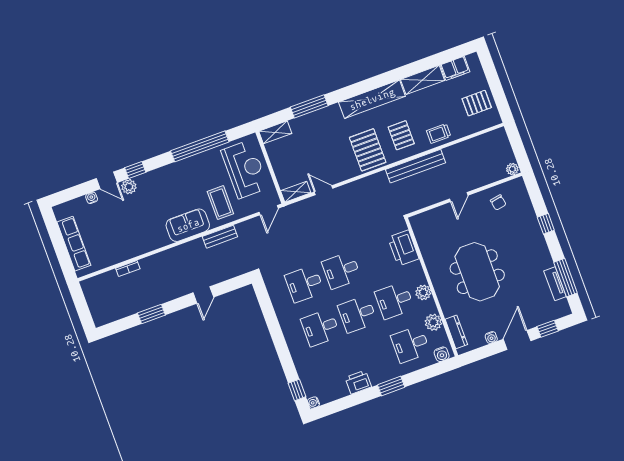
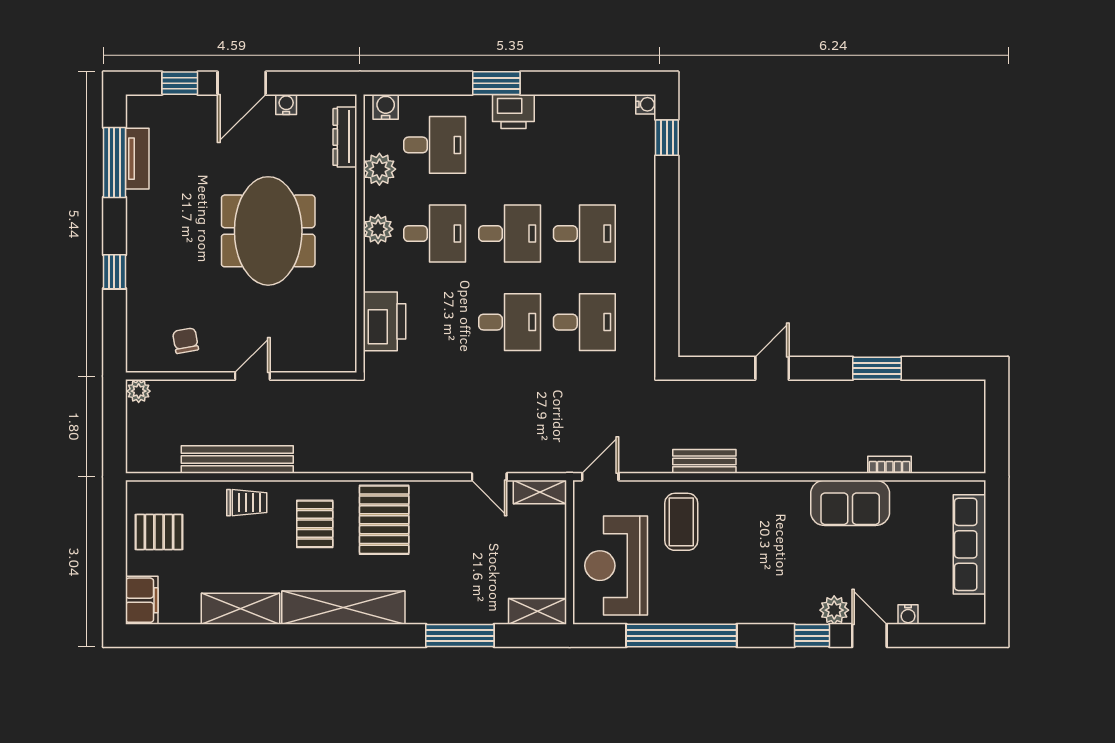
filing cabinet: (455, 68) -> (142, 600), moved, turned 90
bench: (415, 166) -> (237, 460), moved
sofa: (188, 225) -> (850, 503), moved
printer: (358, 382) -> (513, 111), moved

